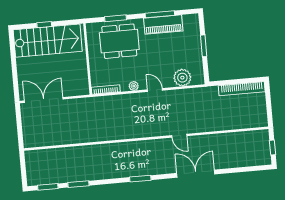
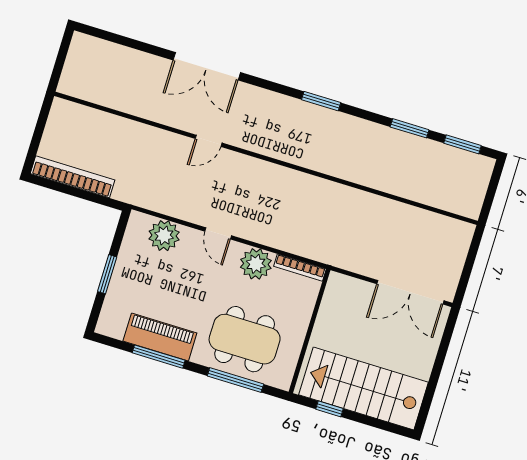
window: (115, 18) -> (235, 380), width x1.44
window: (44, 25) -> (329, 409), moved
plant: (134, 86) -> (256, 264), width x1.87, depth x1.87
door: (179, 136) -> (209, 141), swing flipped
window: (272, 147) -> (61, 58), removed
window: (140, 179) -> (321, 101), moved

